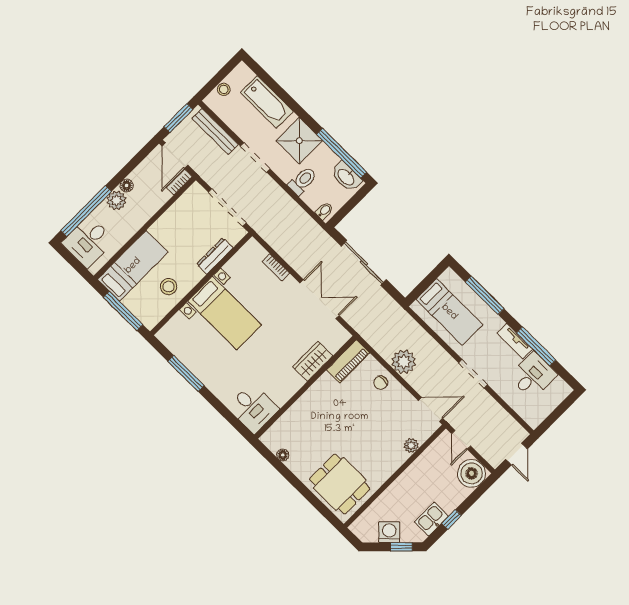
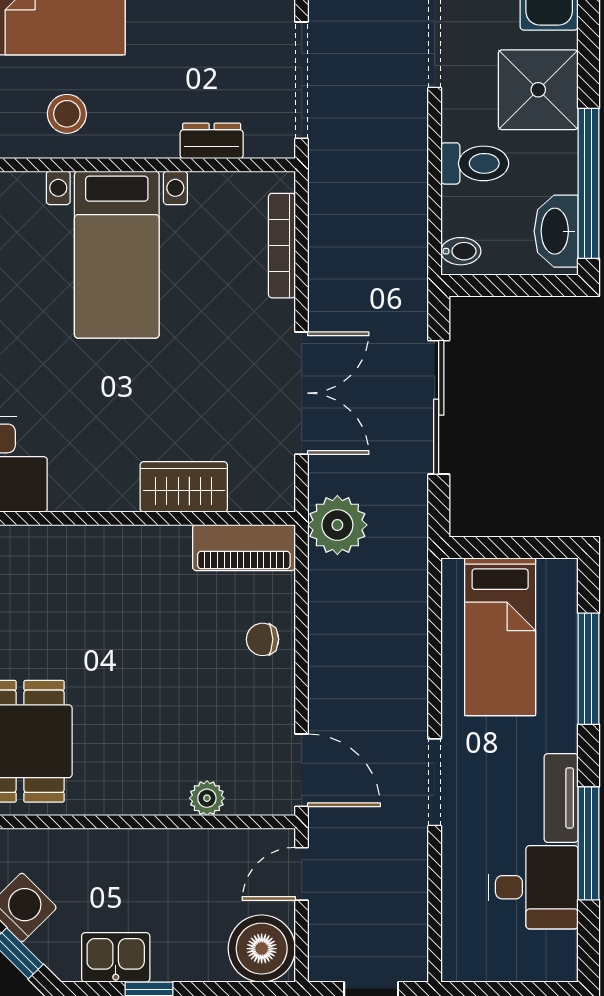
dresser: (215, 256) -> (212, 141), width x0.70
bookcase: (276, 267) -> (282, 246), width x1.56
plant: (404, 362) -> (337, 525), moved

